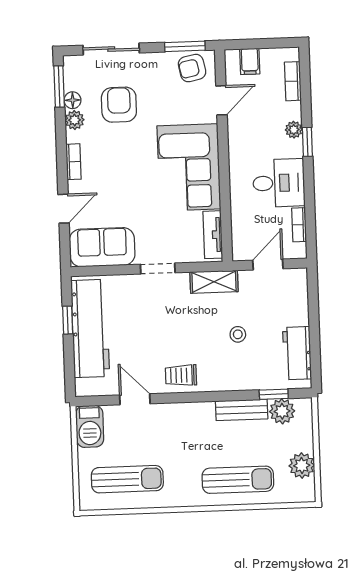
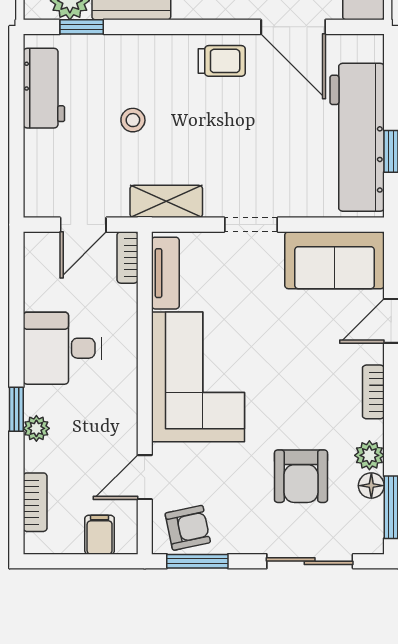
bookcase: (299, 225) -> (127, 257), moved, turned 180
door: (135, 399) -> (293, 27), width x1.38

